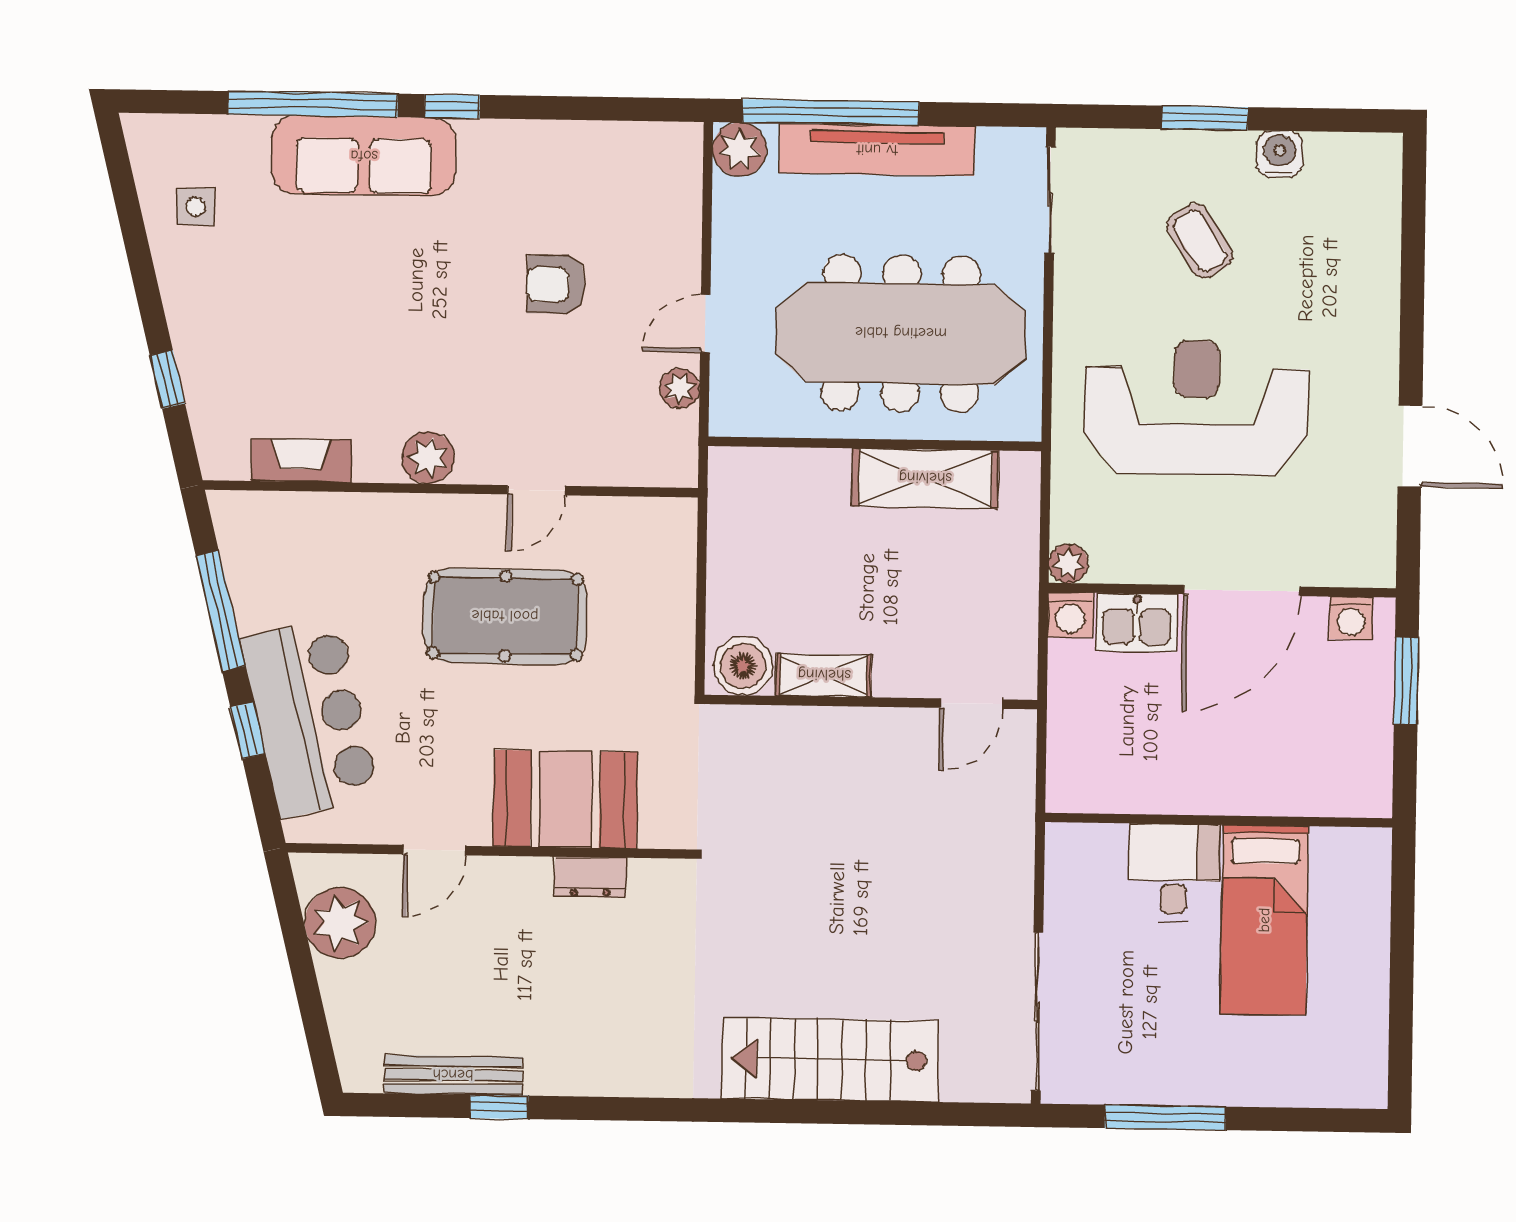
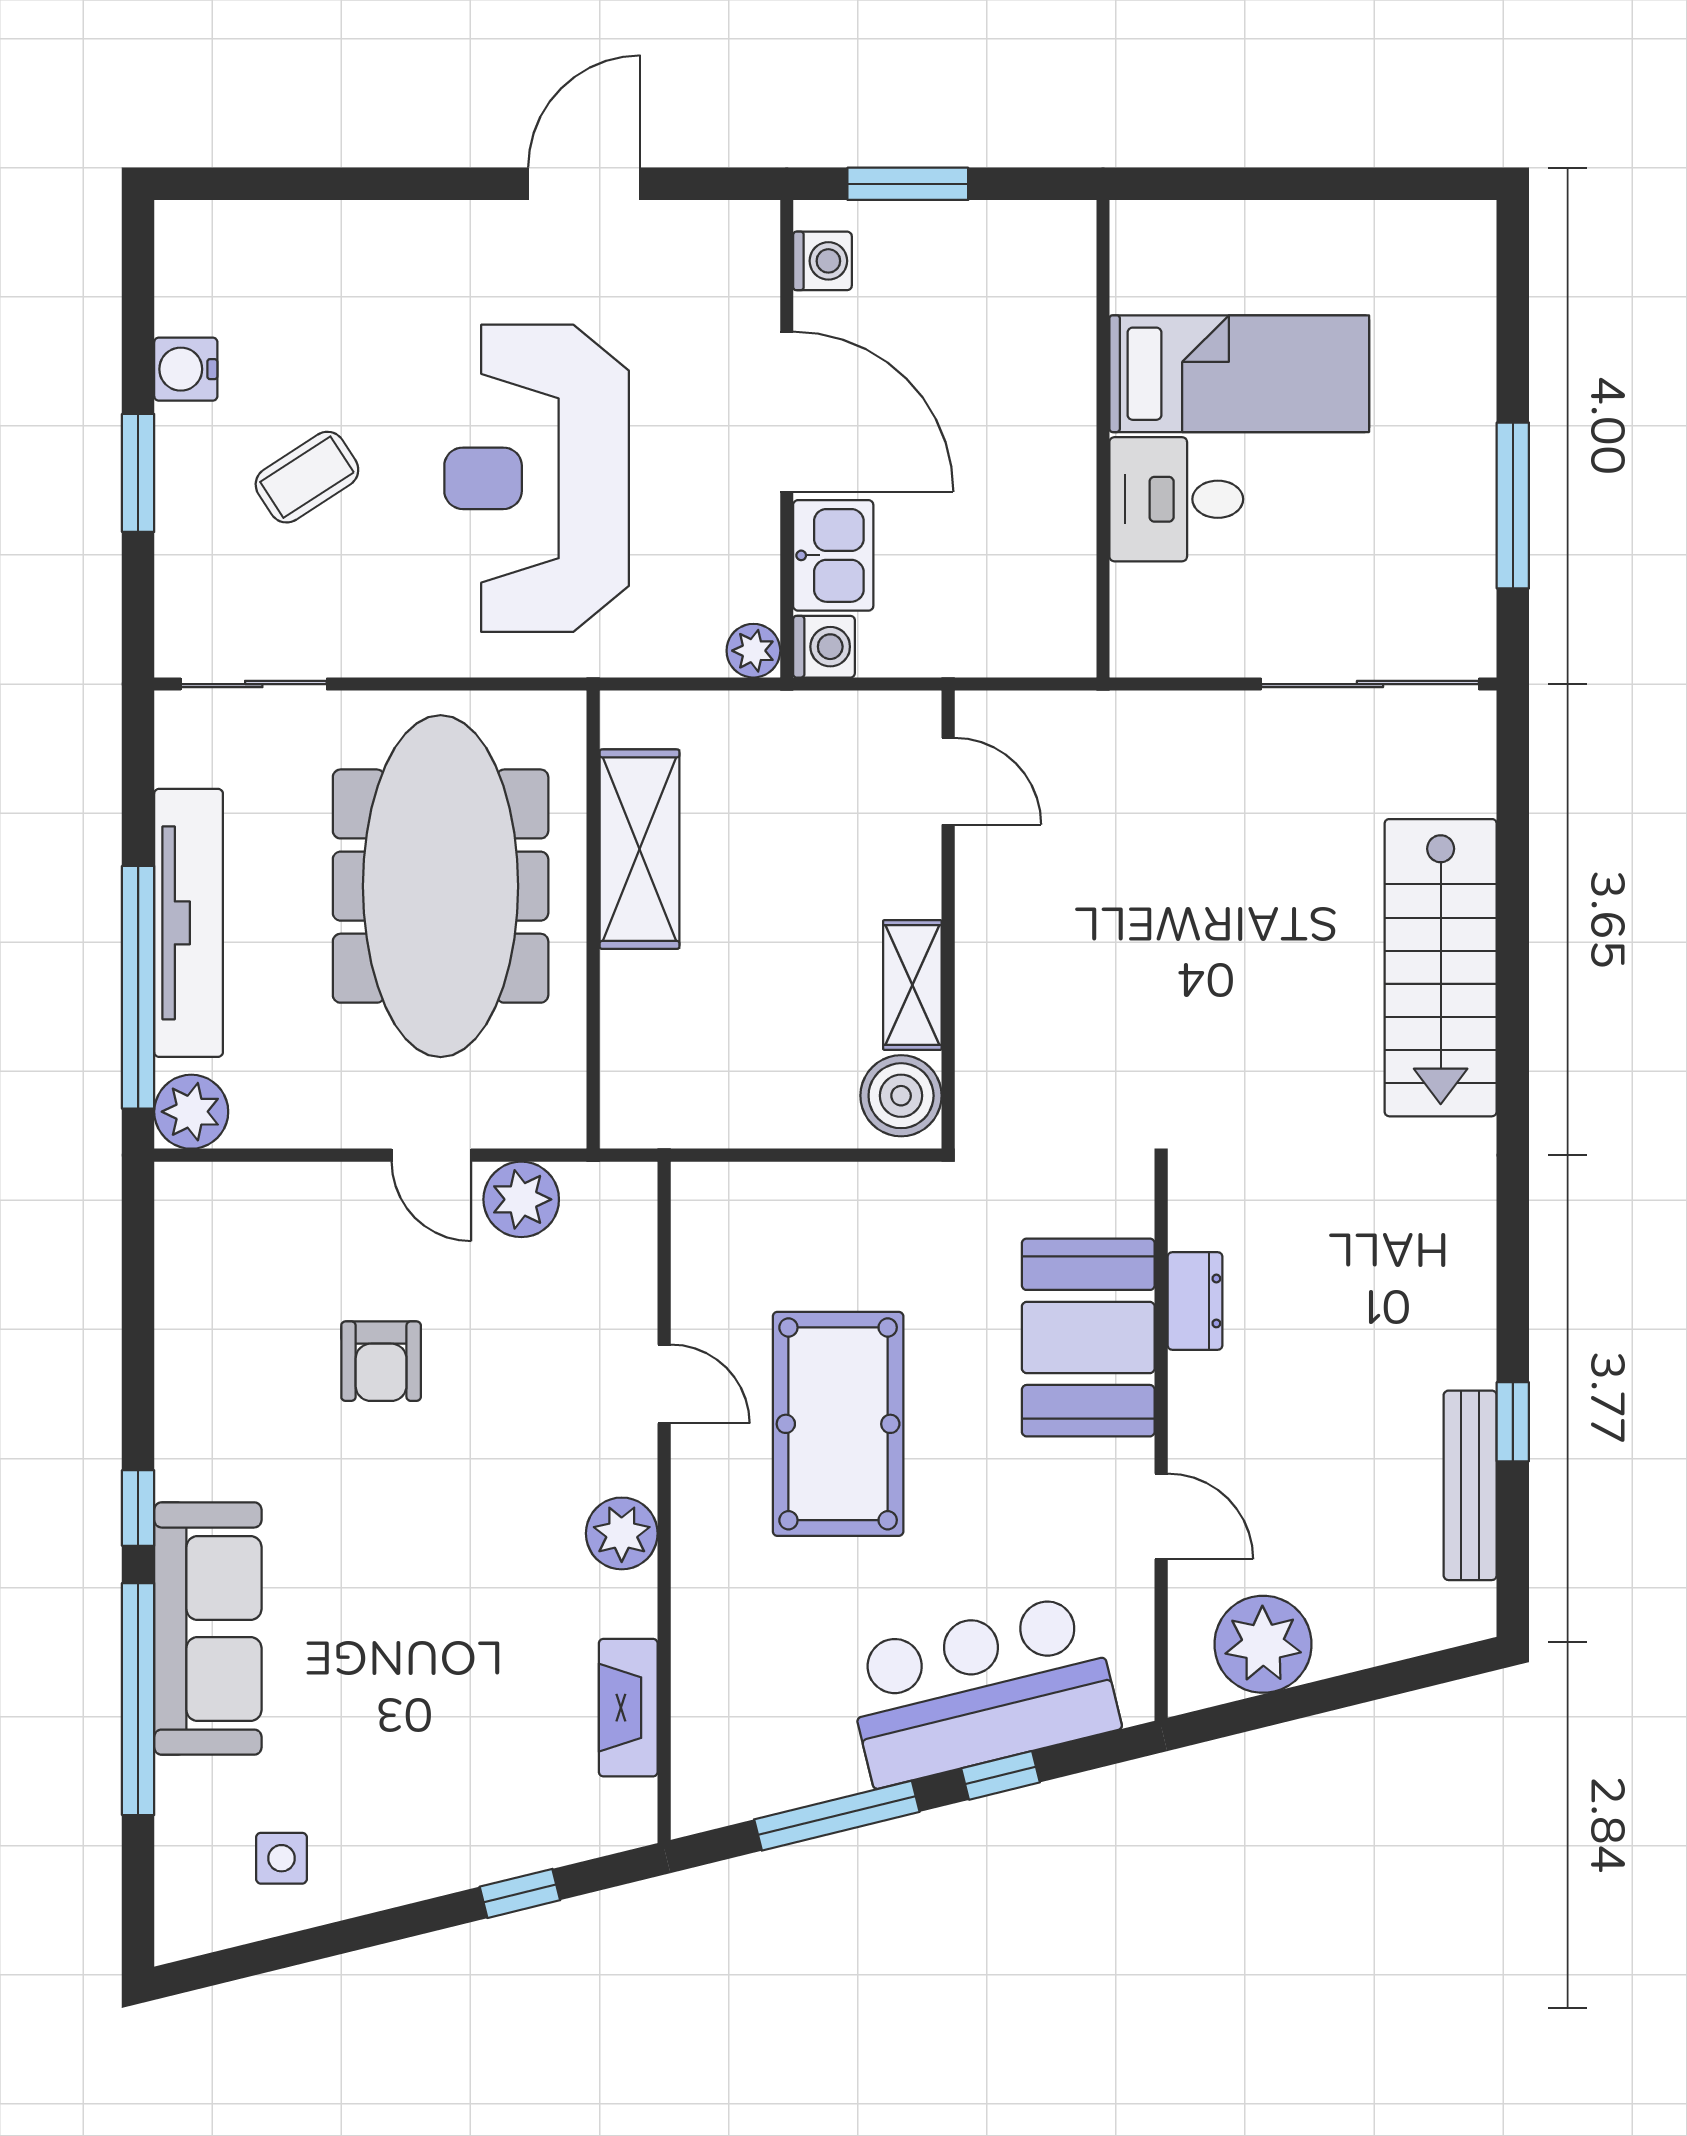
plant: (680, 389) -> (521, 1199), width x1.38, depth x1.38

